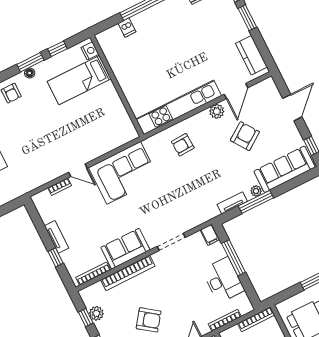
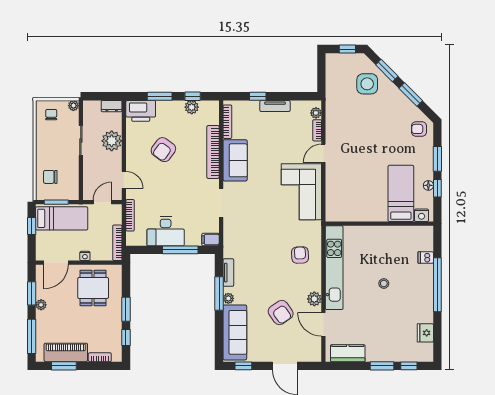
stool: (170, 54) -> (384, 283), added
floor lamp: (30, 73) -> (428, 185), moved
plant: (44, 196) -> (316, 113), added

